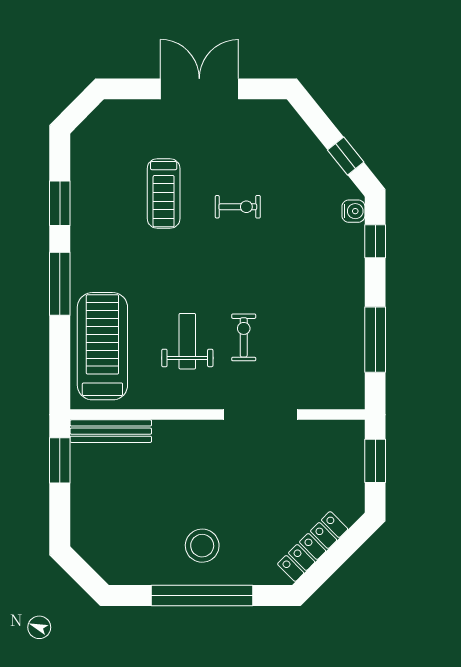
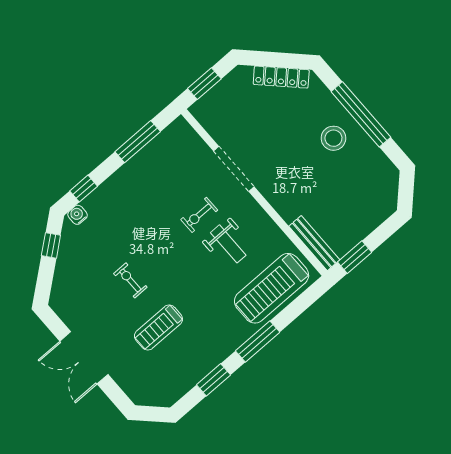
treadmill: (164, 194) -> (158, 327), turned 180
weight bench: (187, 341) -> (228, 244), turned -90

